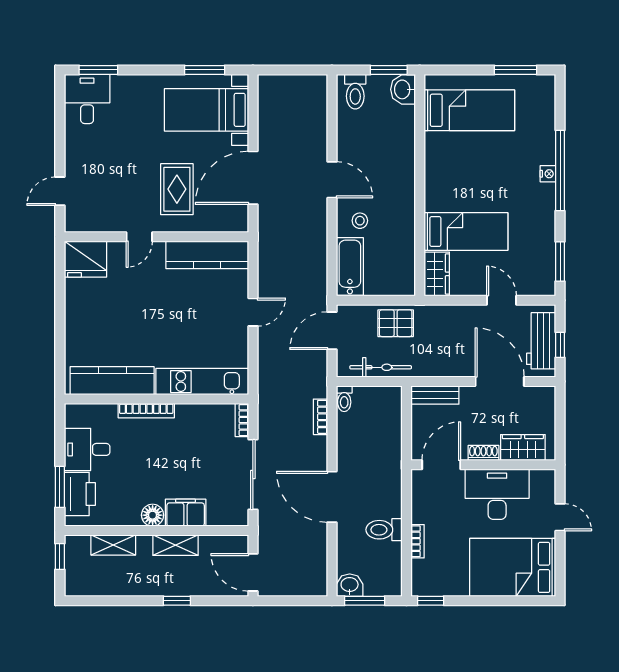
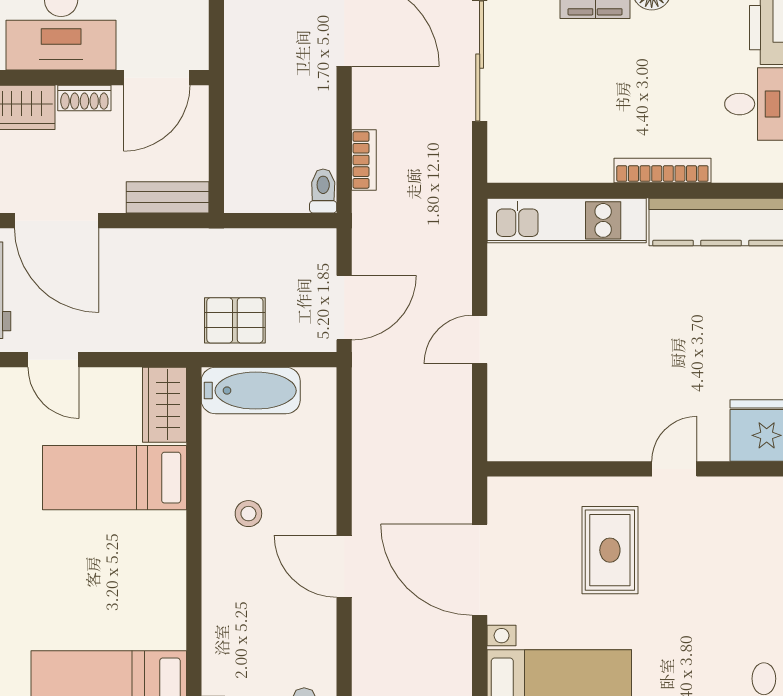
door: (253, 178) -> (480, 570), swing flipped
stool: (360, 221) -> (248, 514), moved
kitchen counter: (207, 255) -> (558, 438), removed
bathtub: (350, 267) -> (251, 391), moved, turned -90
bicycle: (381, 367) -> (261, 245), removed
bookcase: (242, 420) -> (499, 154), removed

